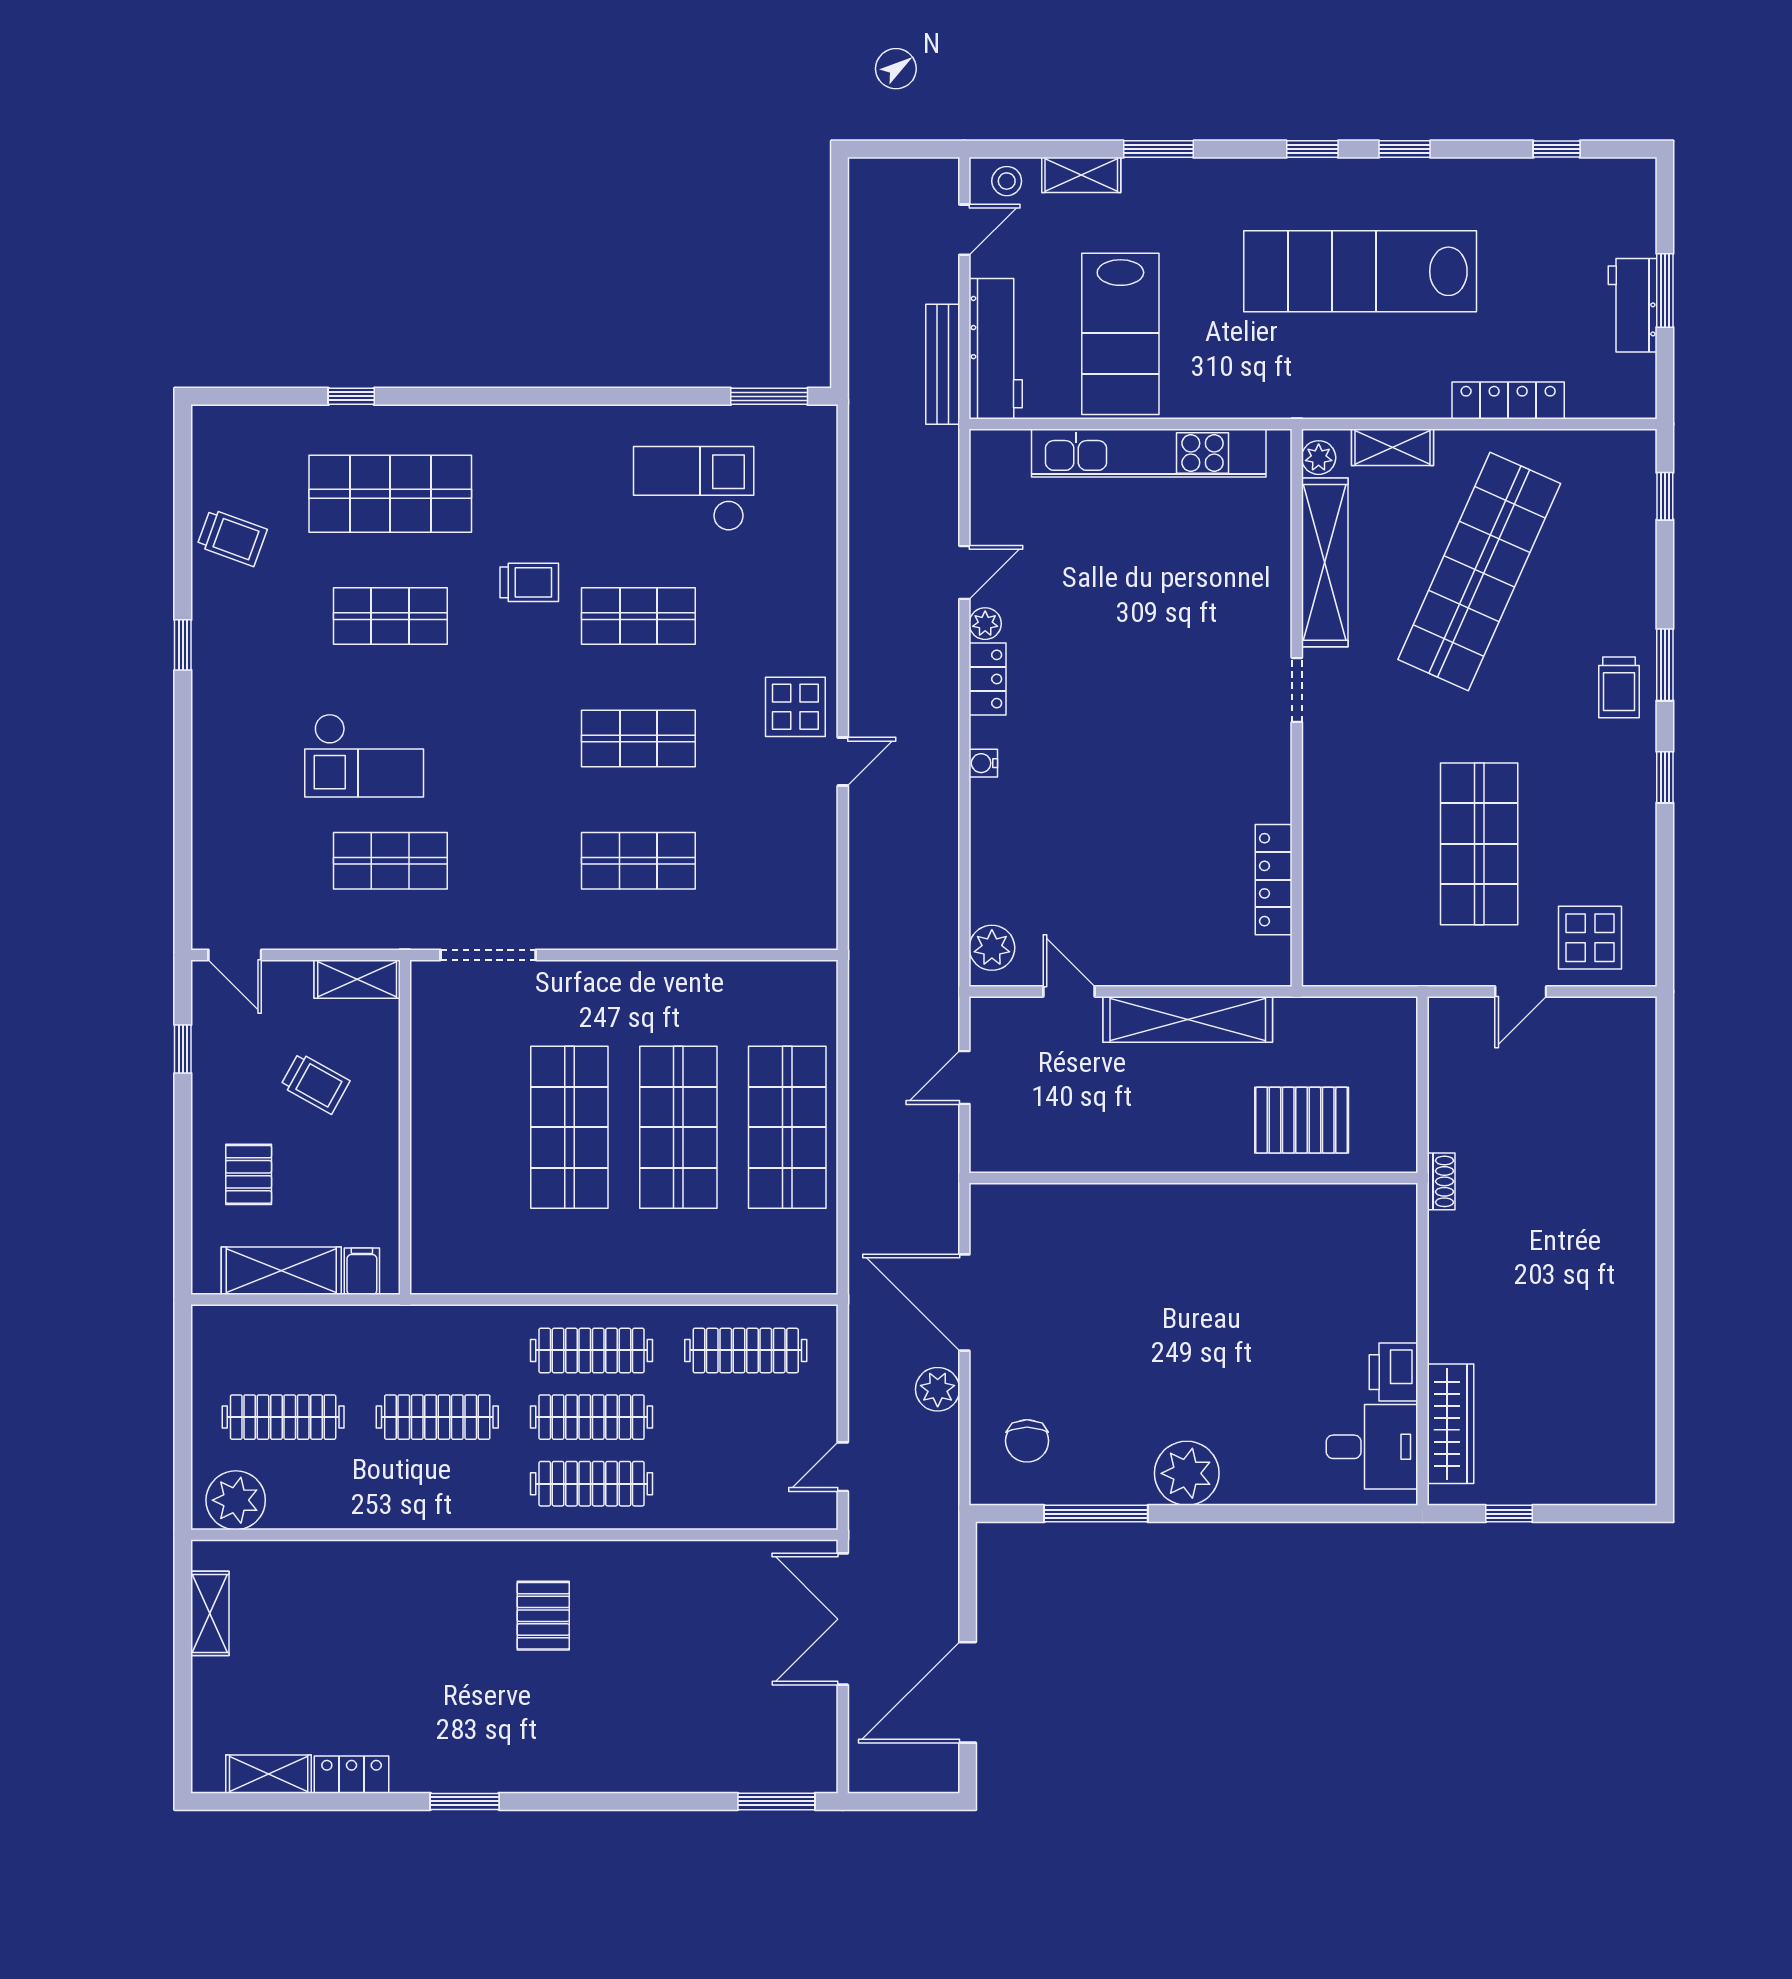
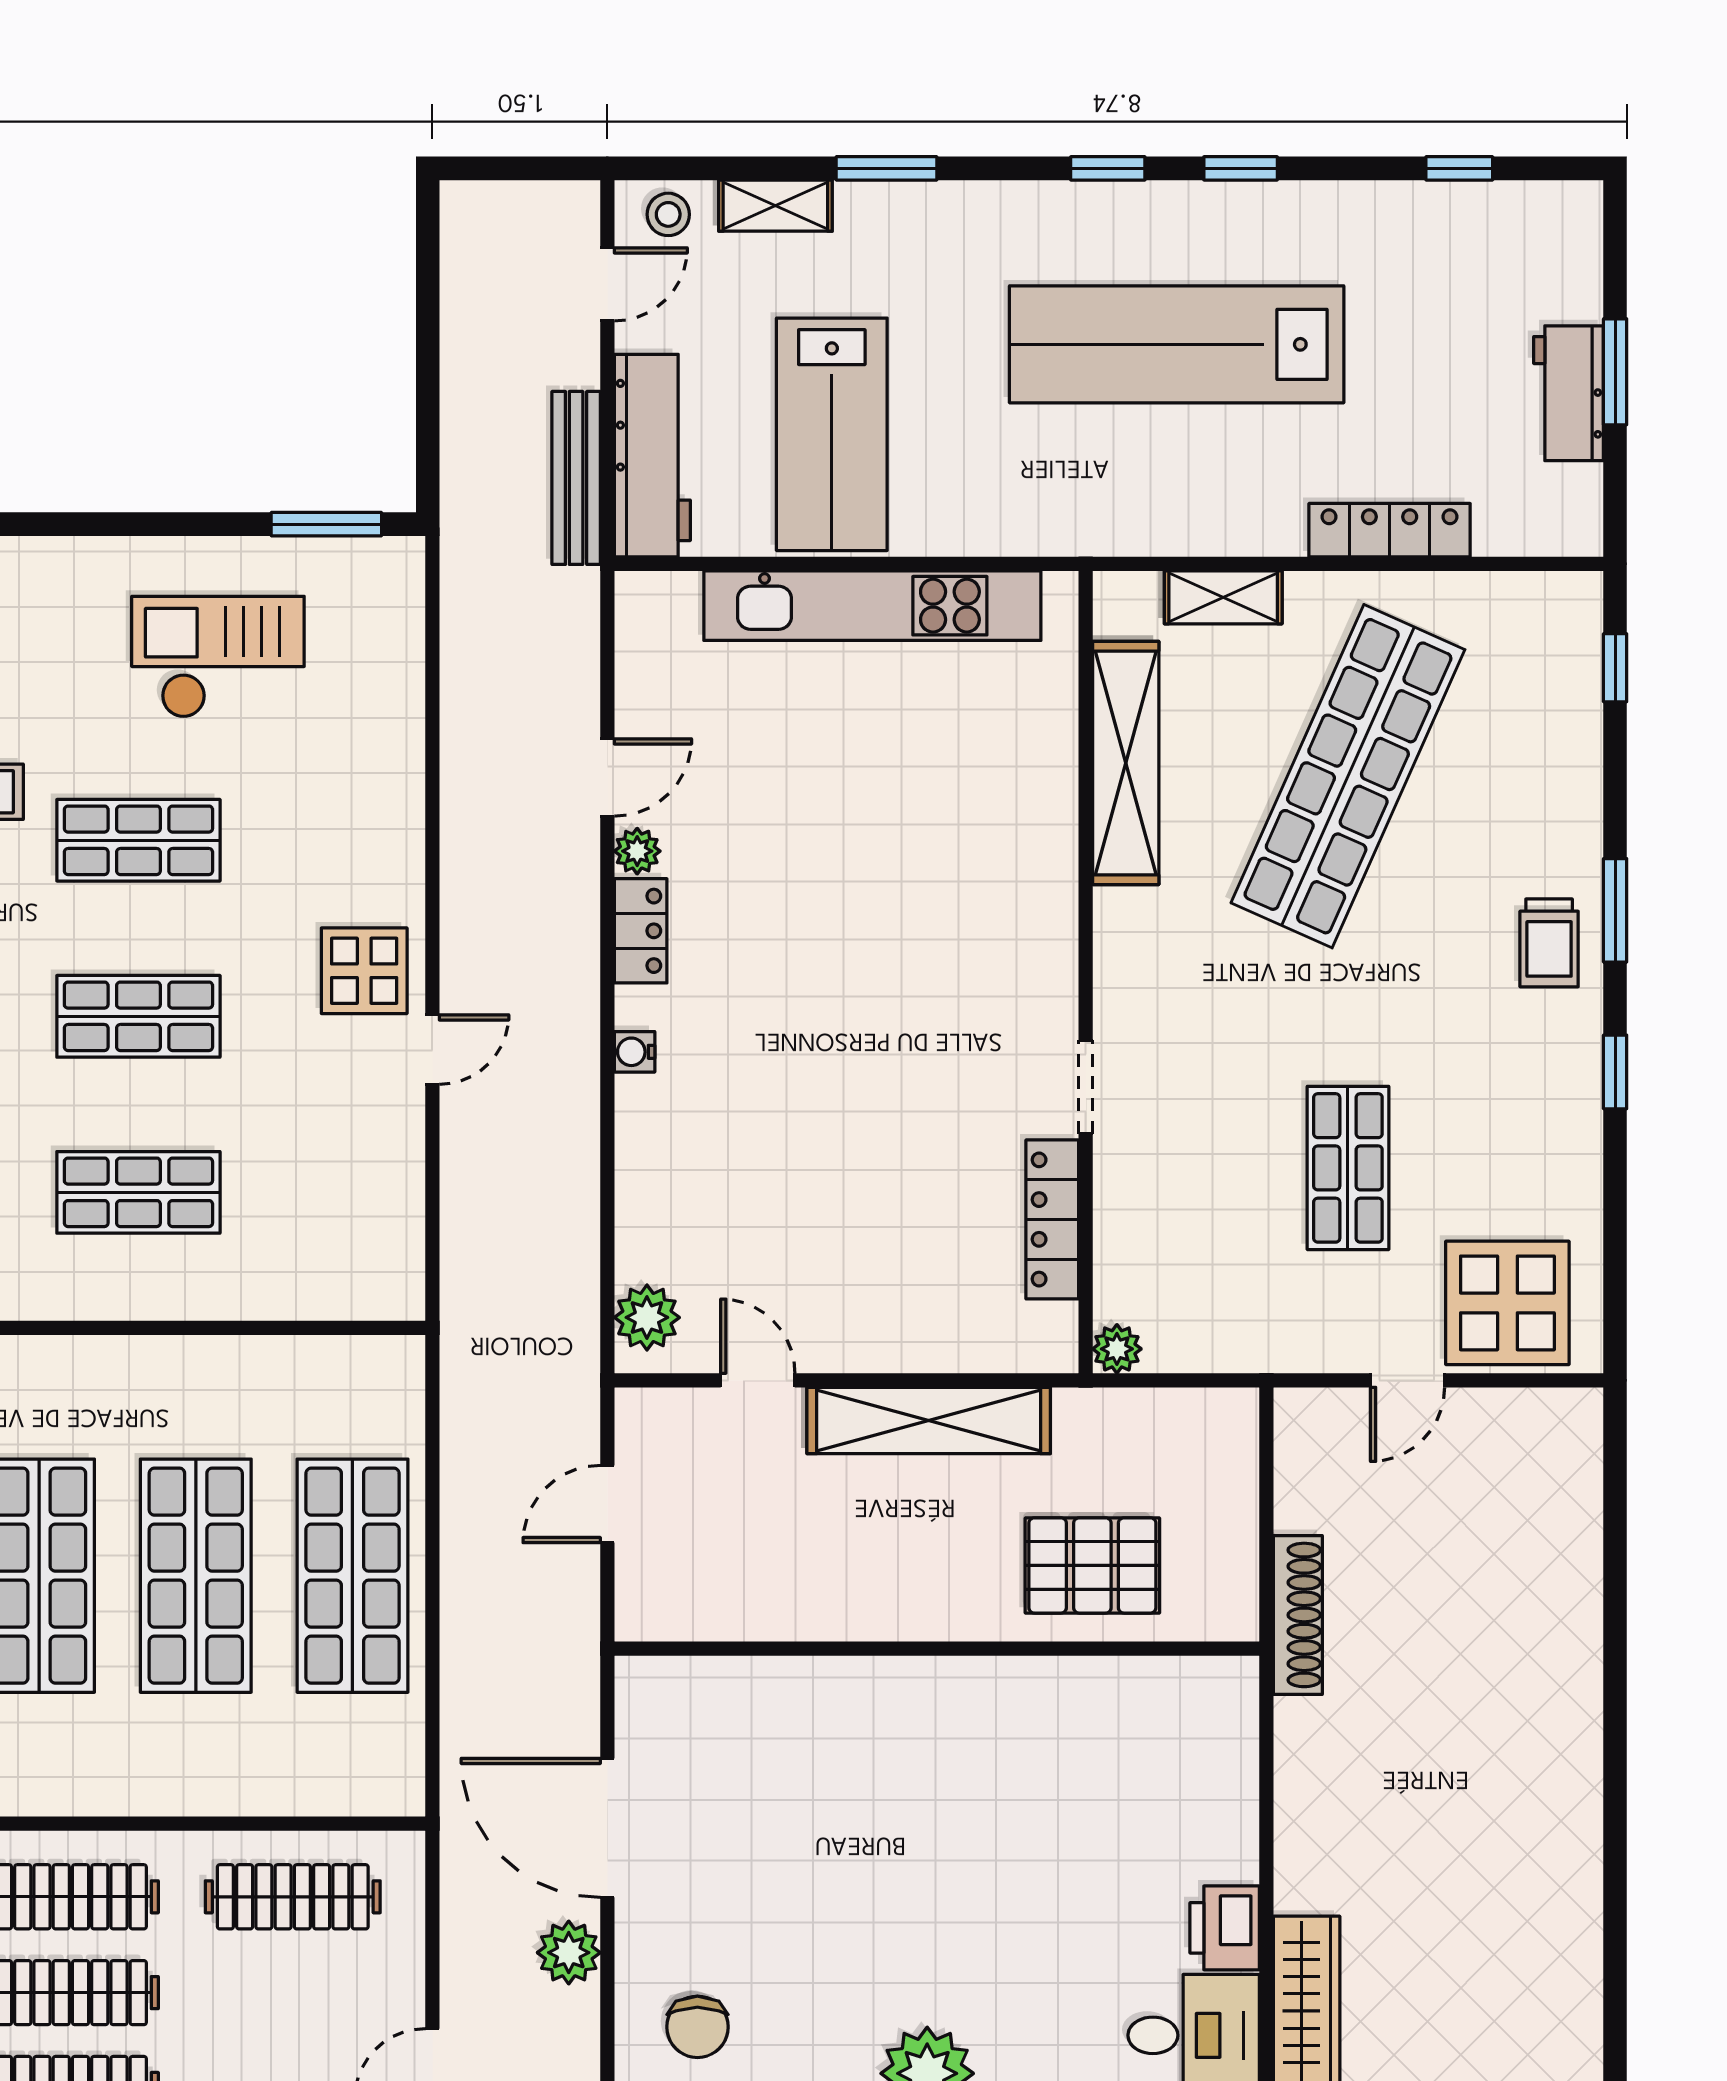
plant: (1319, 458) -> (1117, 1349), moved
doorway: (1297, 690) -> (1086, 1087), moved
shop shelf: (1479, 844) -> (1348, 1168), width x0.70, depth x0.74
display table: (1590, 938) -> (1507, 1303), width x1.36, depth x1.36
shoe rack: (1441, 1181) -> (1298, 1615), width x1.94, depth x1.24

